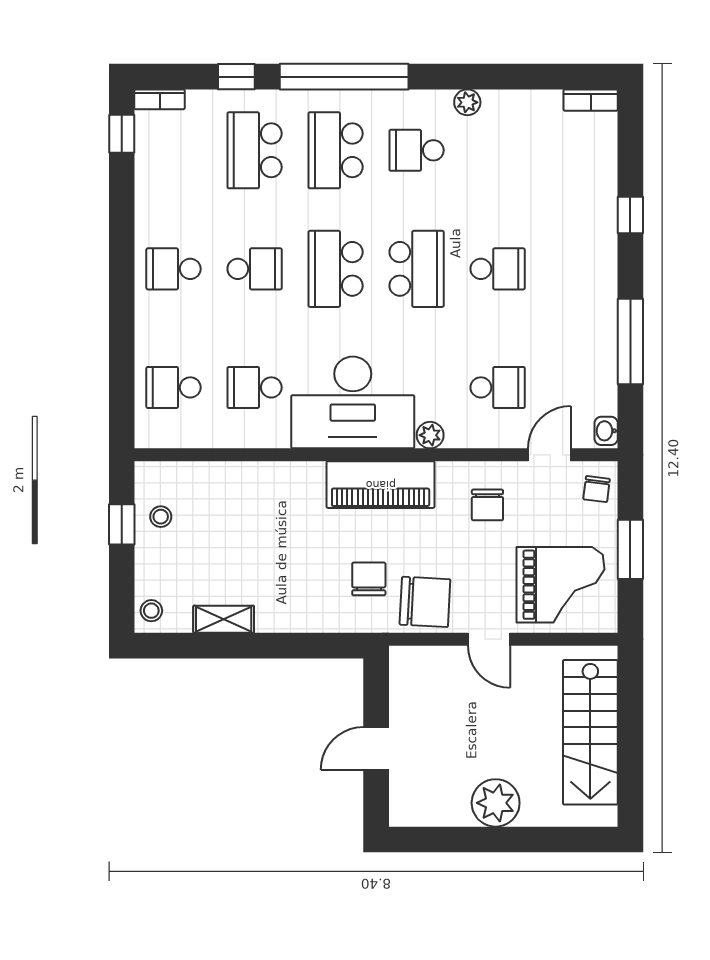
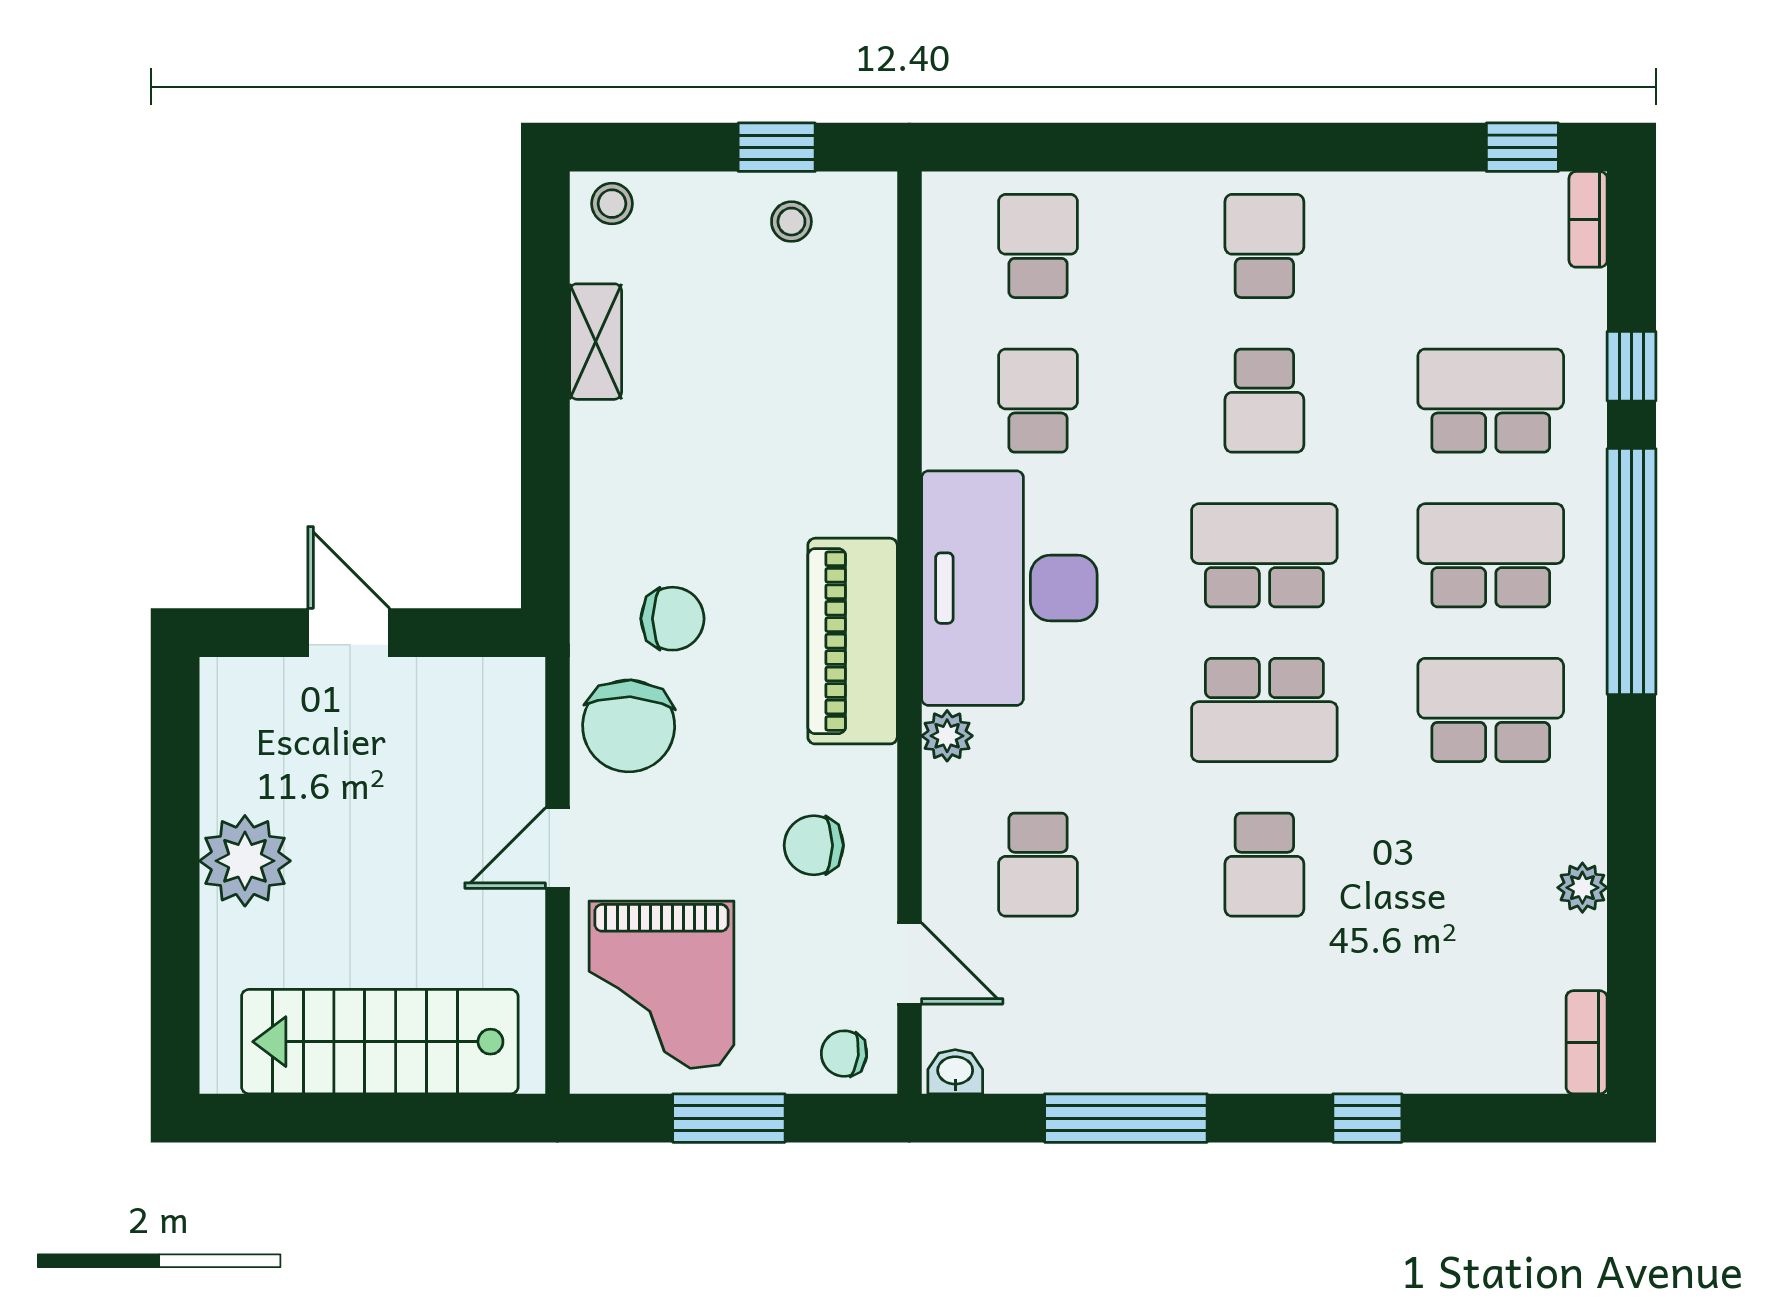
plant: (467, 102) -> (1582, 888), moved
school desk: (417, 150) -> (1491, 710), width x1.85

